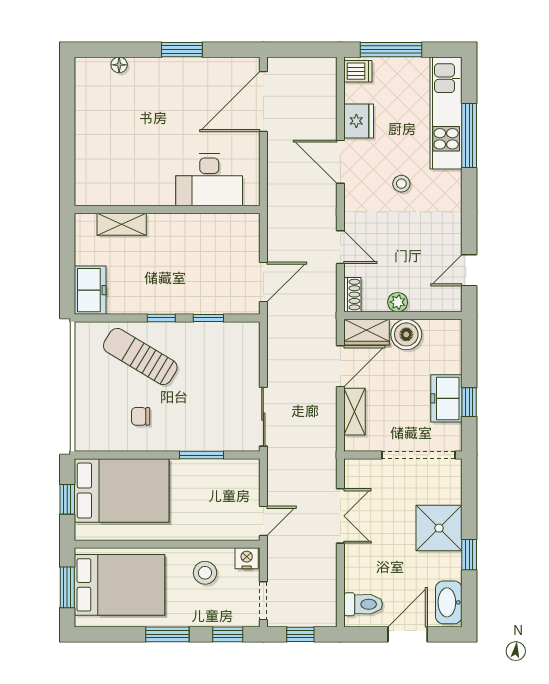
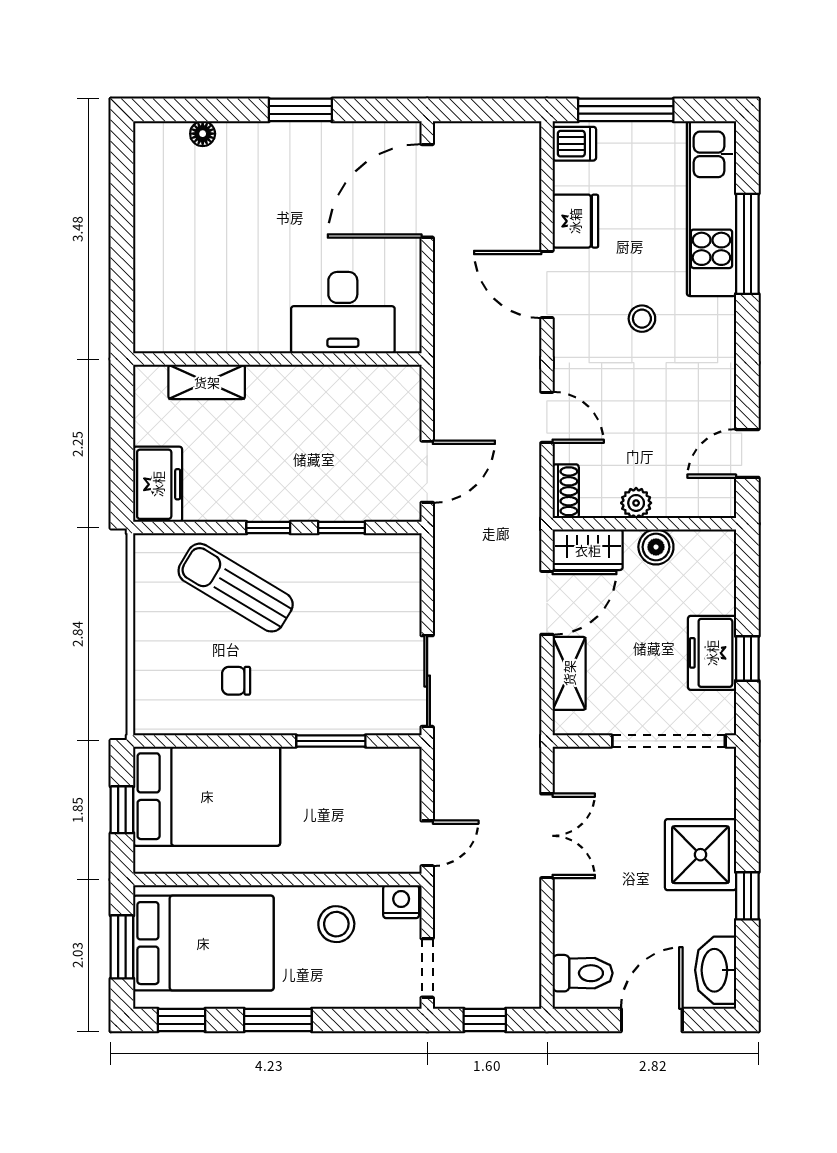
boiler: (406, 334) -> (656, 547), width x0.73, depth x0.73
window: (228, 634) -> (181, 1020), moved

